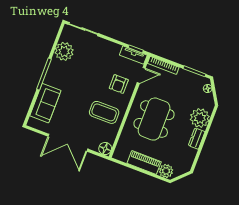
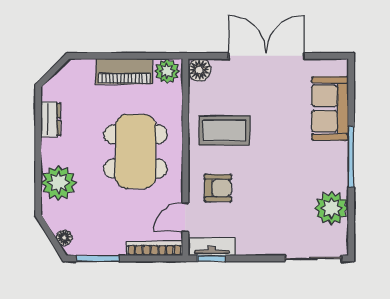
armchair: (119, 84) -> (218, 188), turned 90
dresser: (197, 139) -> (51, 119), moved
plant: (166, 171) -> (167, 71), moved

